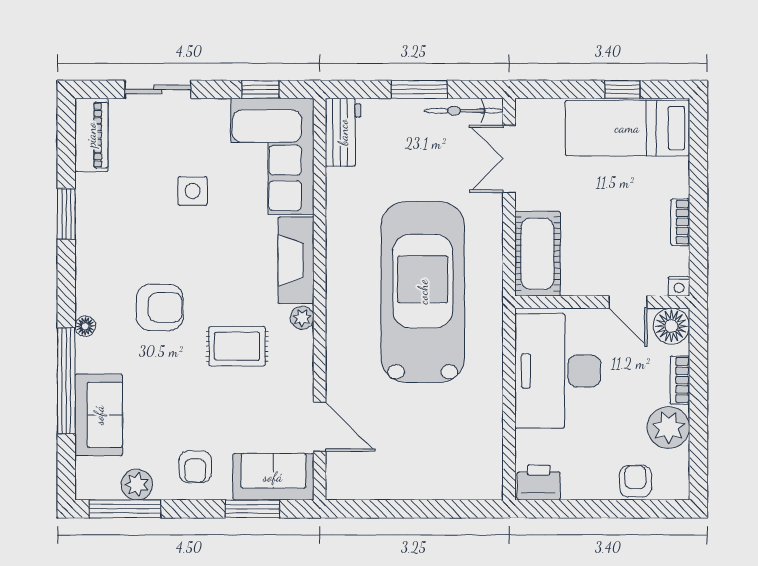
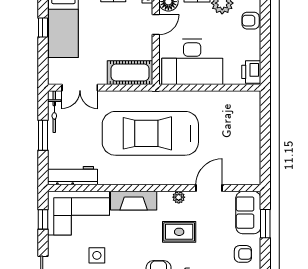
workbench: (343, 132) -> (72, 176), width x1.38
plant: (302, 318) -> (179, 197), moved
rug: (237, 346) -> (179, 232), turned 90
door: (320, 427) -> (209, 188), moved

